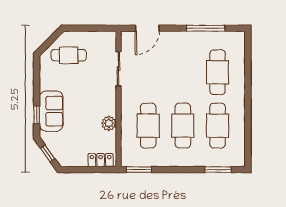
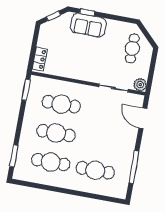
plant: (109, 123) -> (140, 85), moved

